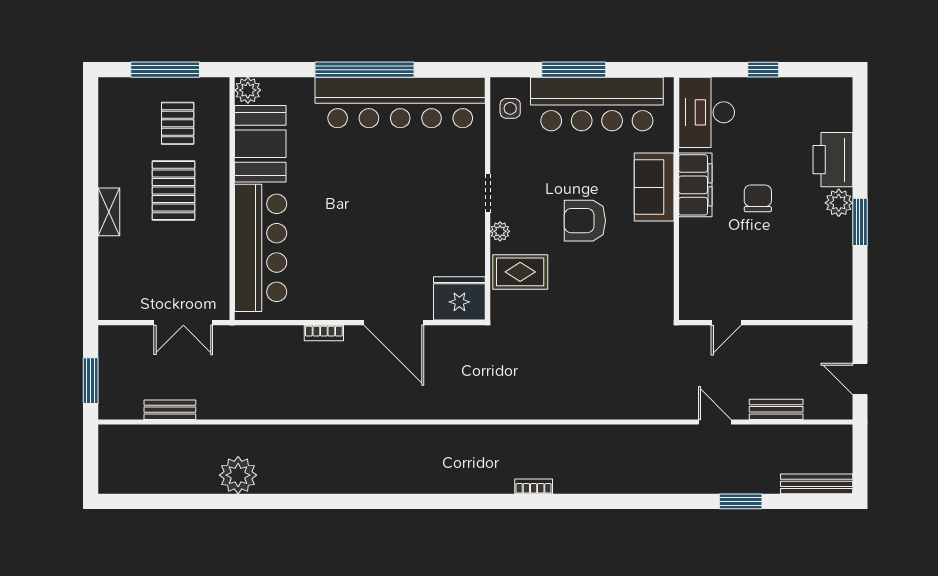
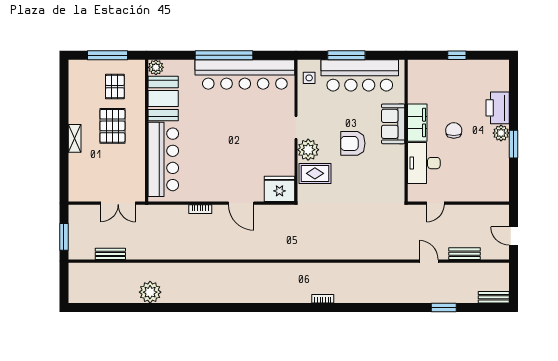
desk: (707, 112) -> (424, 163), moved
plant: (500, 231) -> (308, 150), width x1.88, depth x1.88
door: (394, 323) -> (241, 203), width x0.73
bench: (817, 484) -> (494, 297), width x0.73

